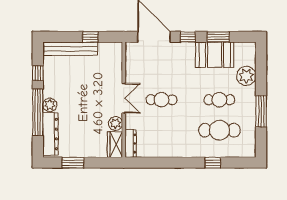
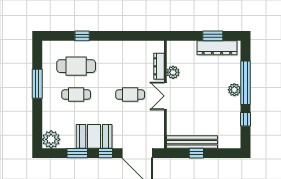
bench: (70, 49) -> (192, 142), moved
booth: (215, 55) -> (94, 136), moved
plant: (246, 76) -> (51, 139), moved
dresser: (50, 134) -> (217, 48), moved, turned -90
dresser: (131, 143) -> (159, 66), moved
wardrobe: (115, 144) -> (174, 53), removed

